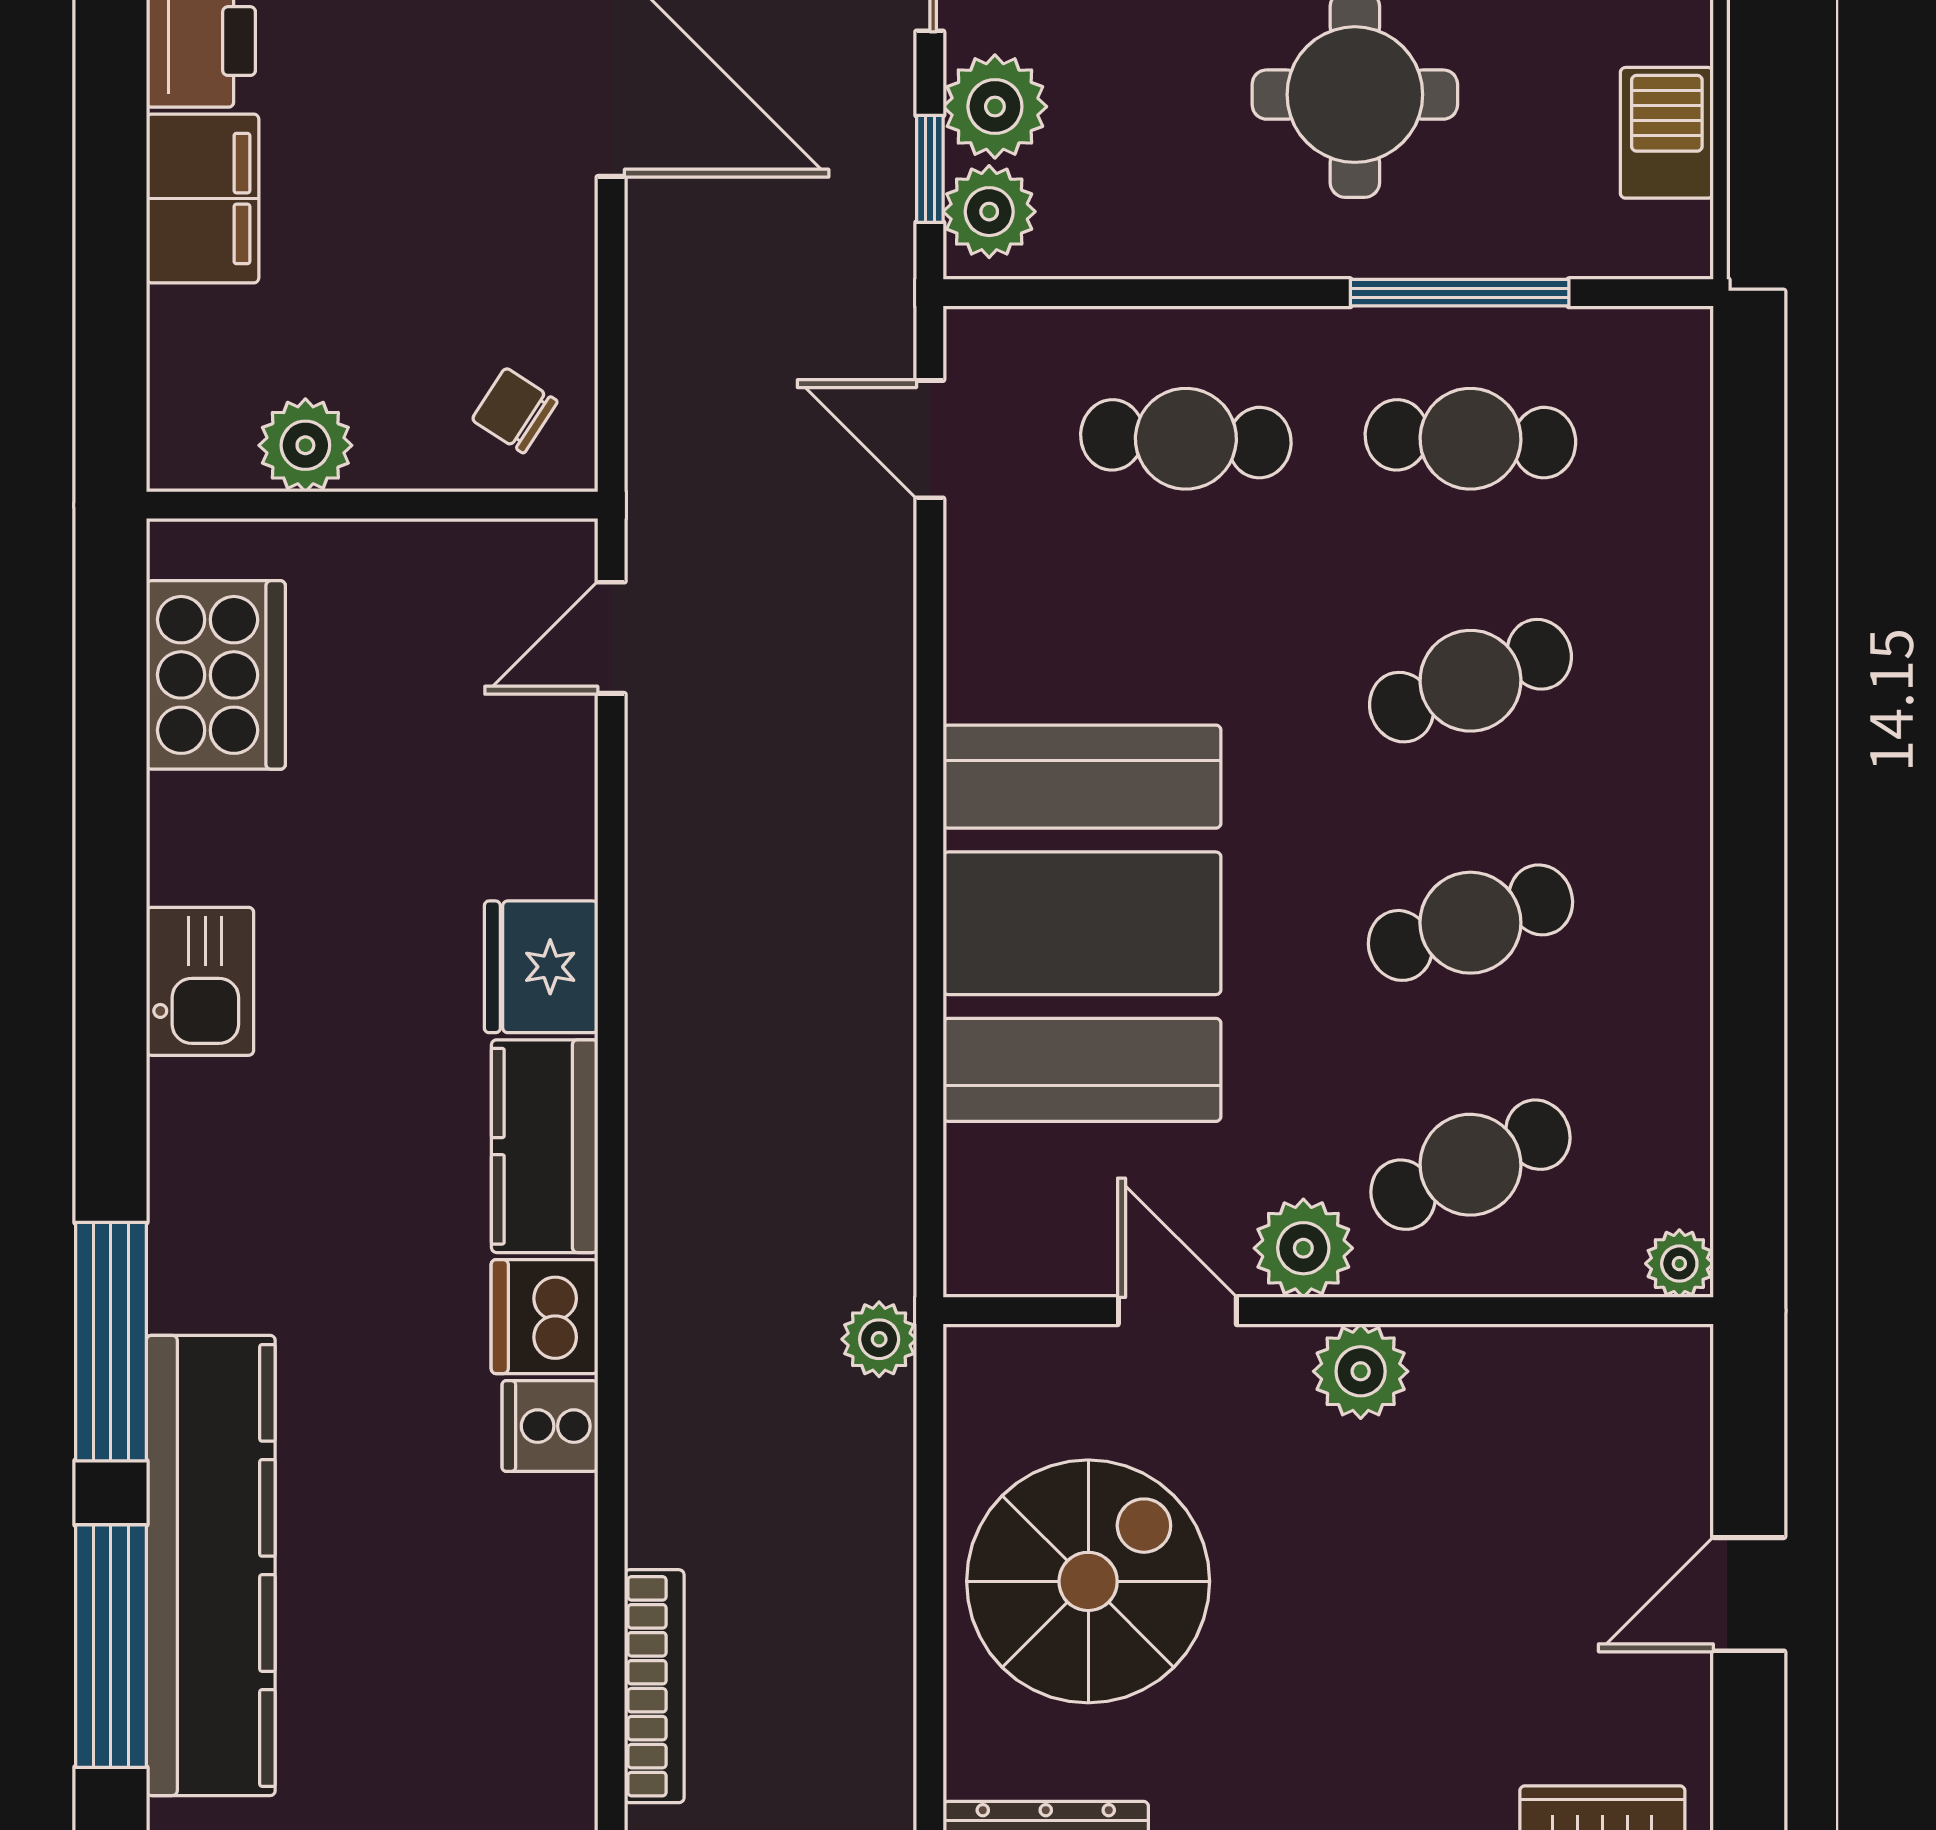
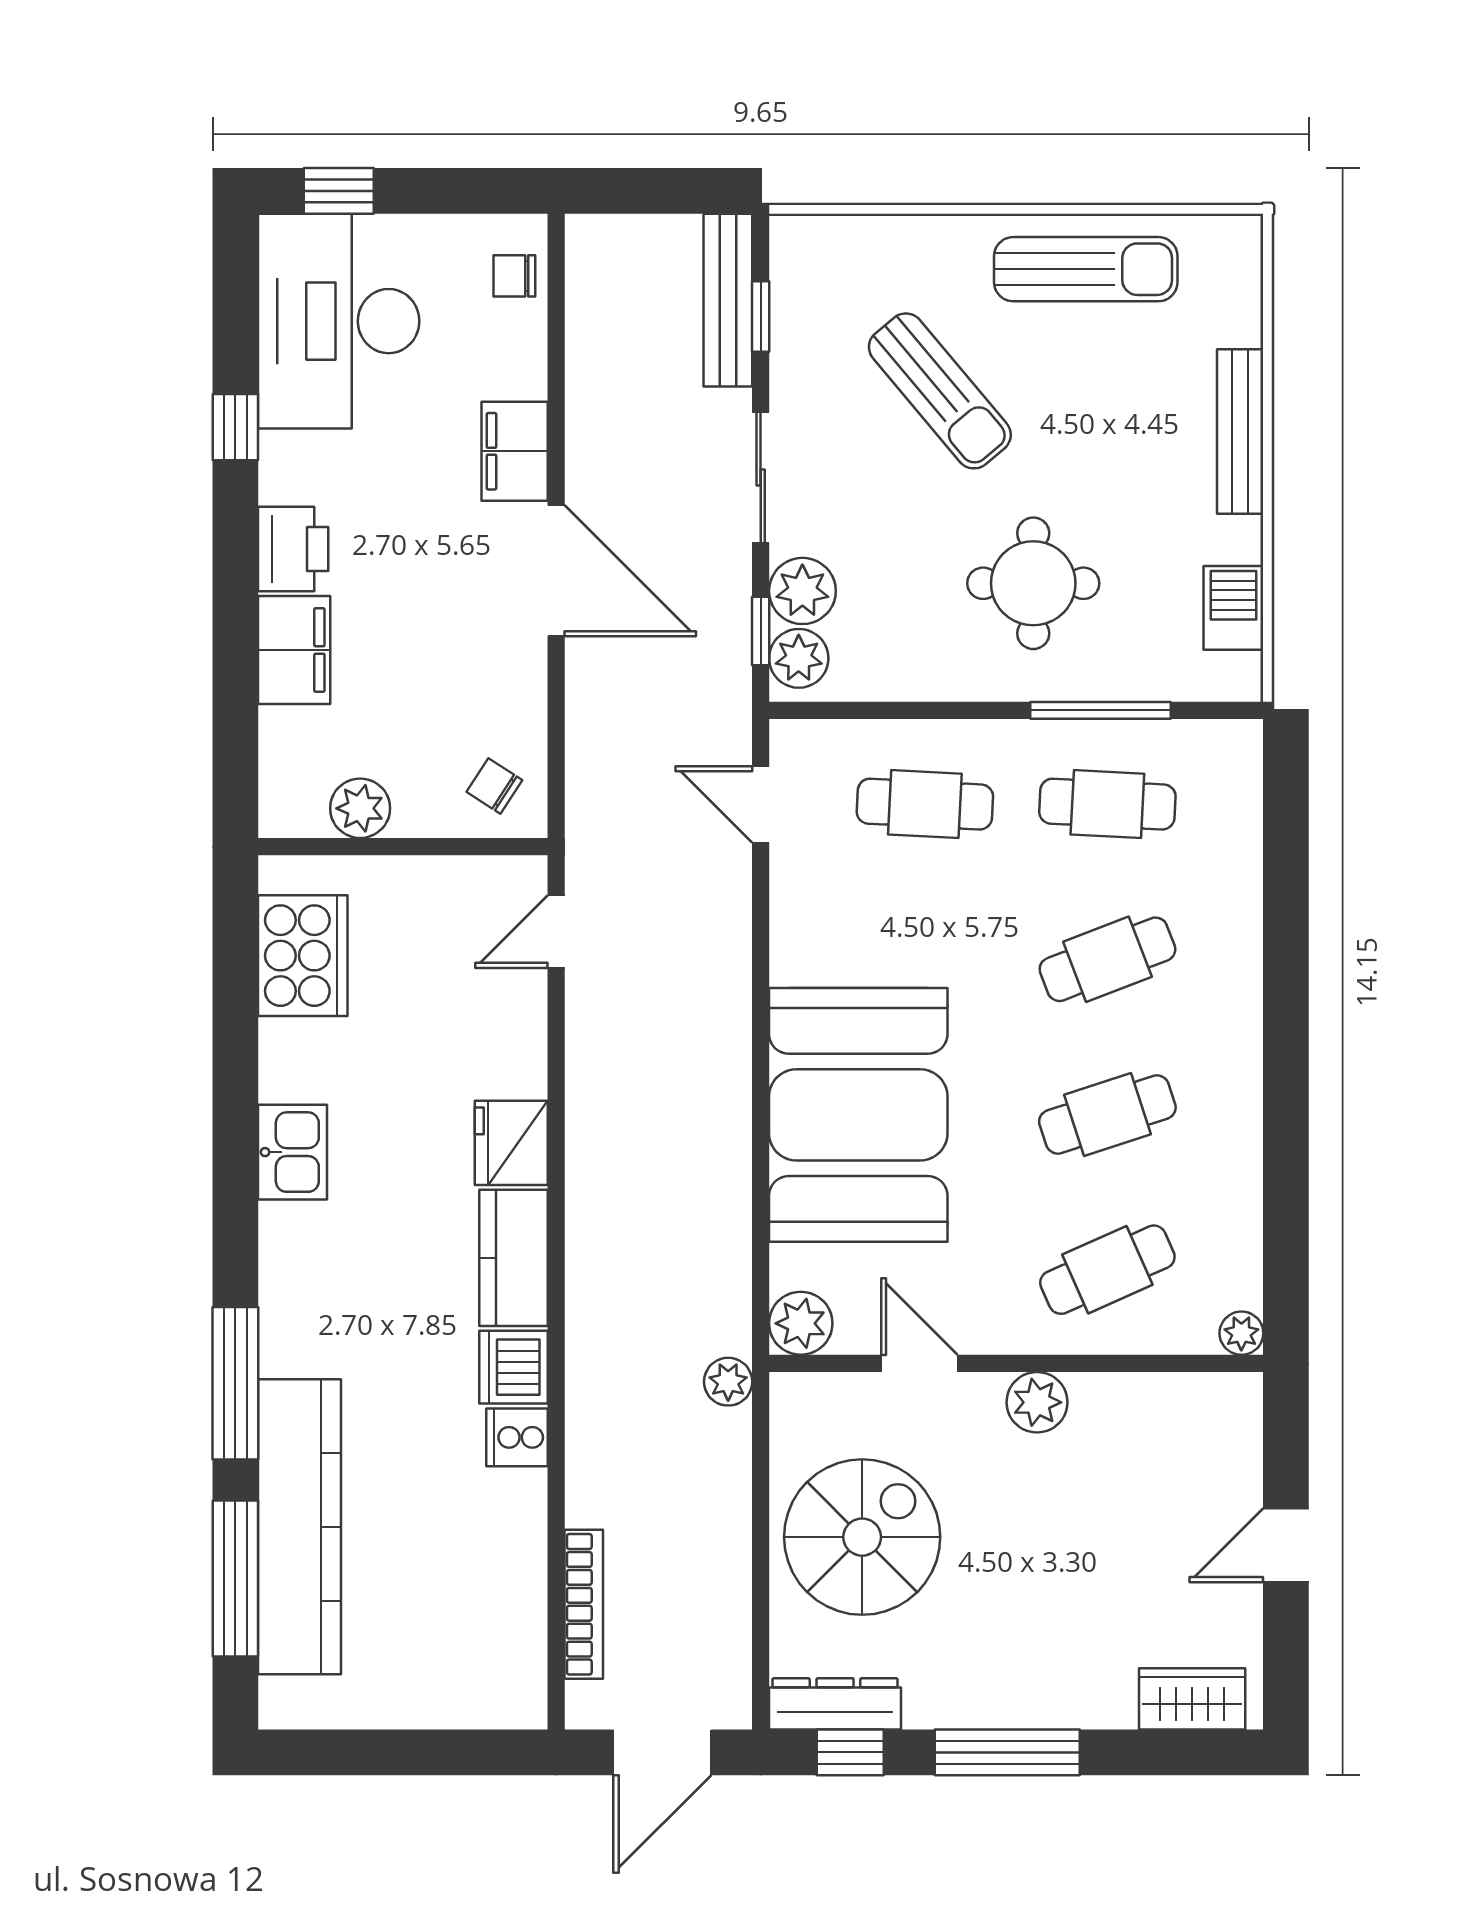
plant: (1303, 1248) -> (801, 1323), moved

